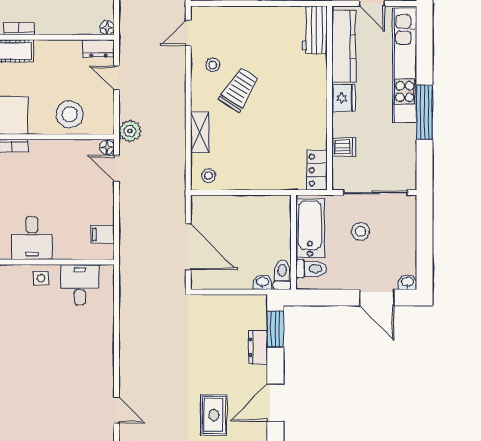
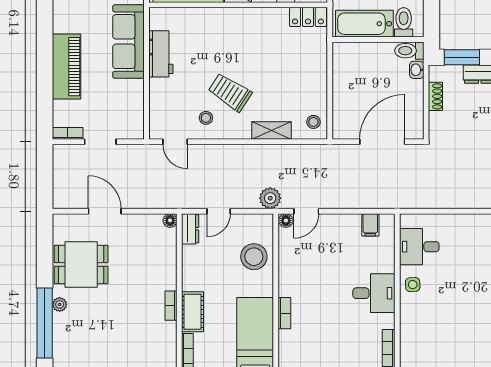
workbench: (315, 30) -> (161, 54), moved, turned -90
shoe rack: (235, 302) -> (435, 96), added

